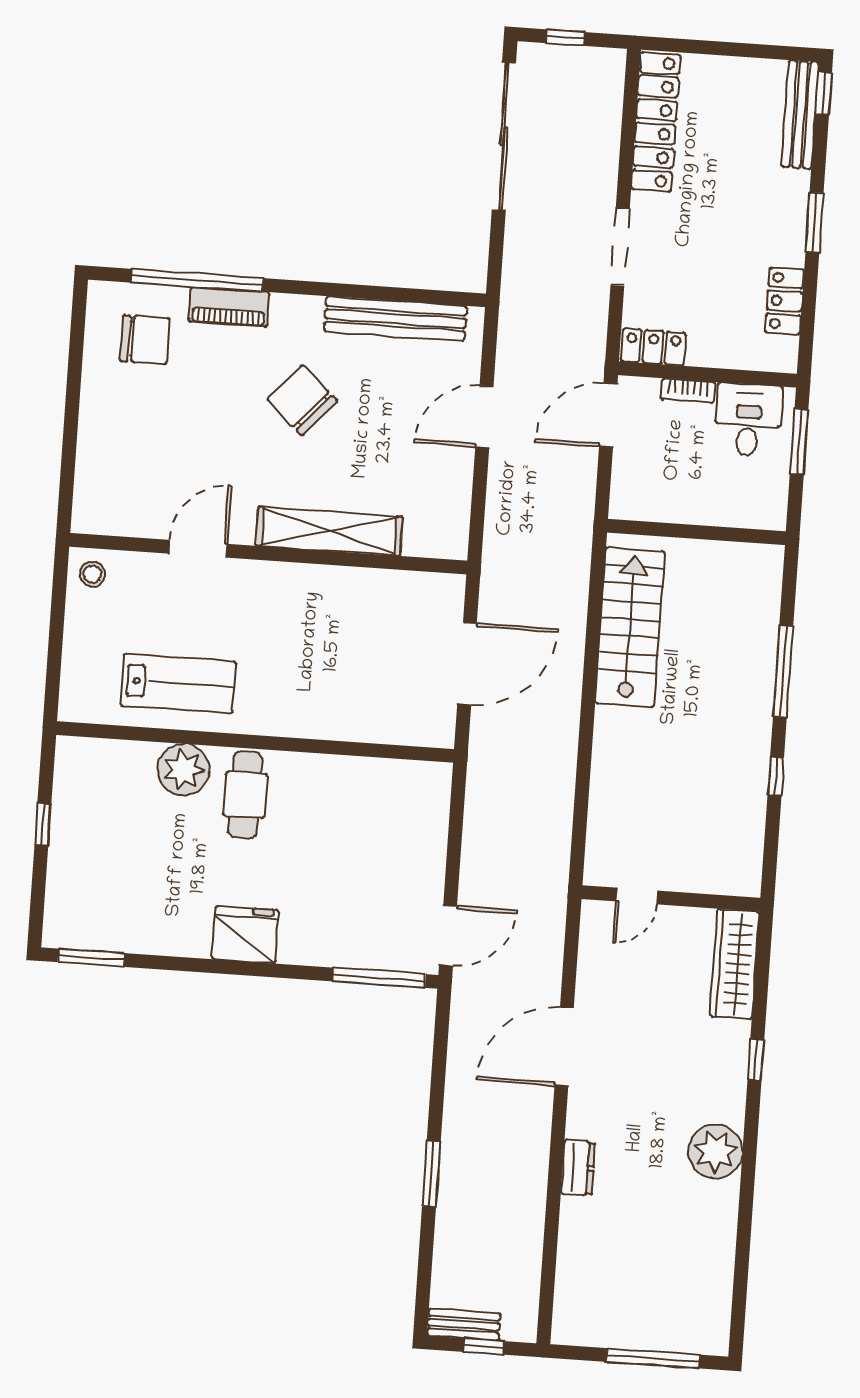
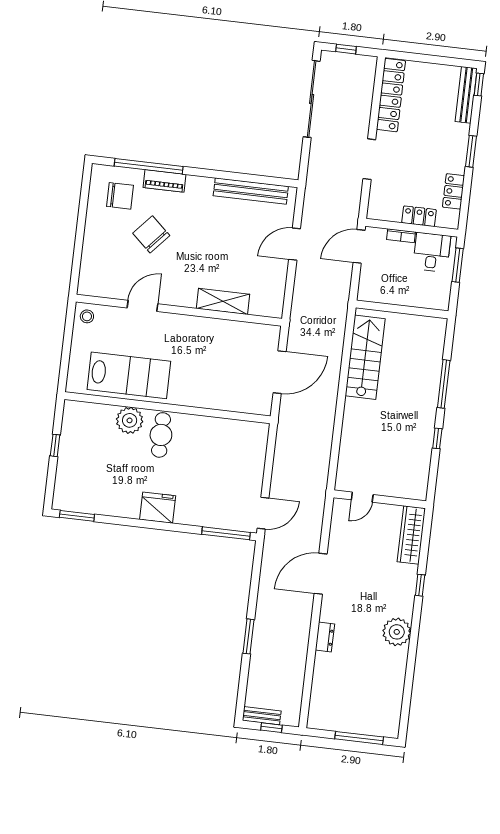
locker: (653, 347) -> (419, 216), moved
chair: (302, 400) -> (151, 234), moved
shelving: (329, 531) -> (223, 301), width x0.68
lab bench: (178, 684) -> (129, 375), width x1.36, depth x1.39

